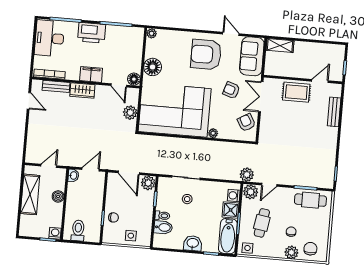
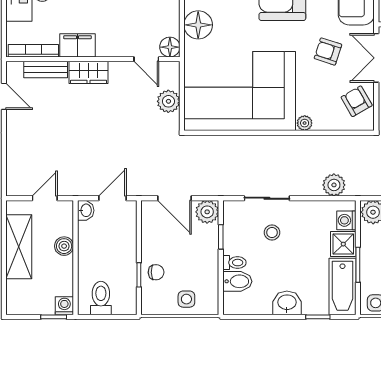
filing cabinet: (91, 74) -> (77, 45), moved
plant: (247, 175) -> (334, 185), moved

